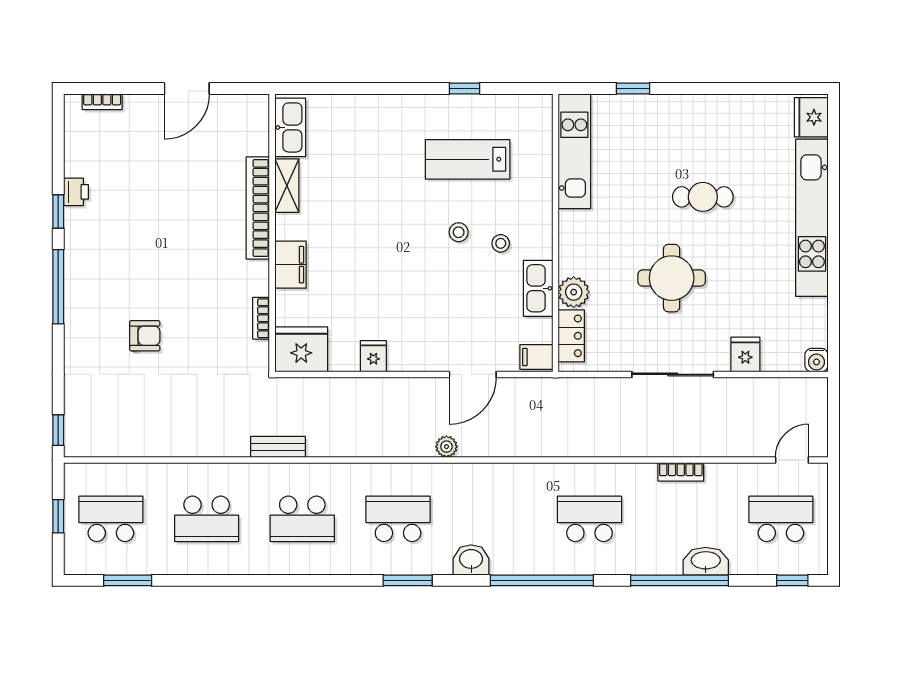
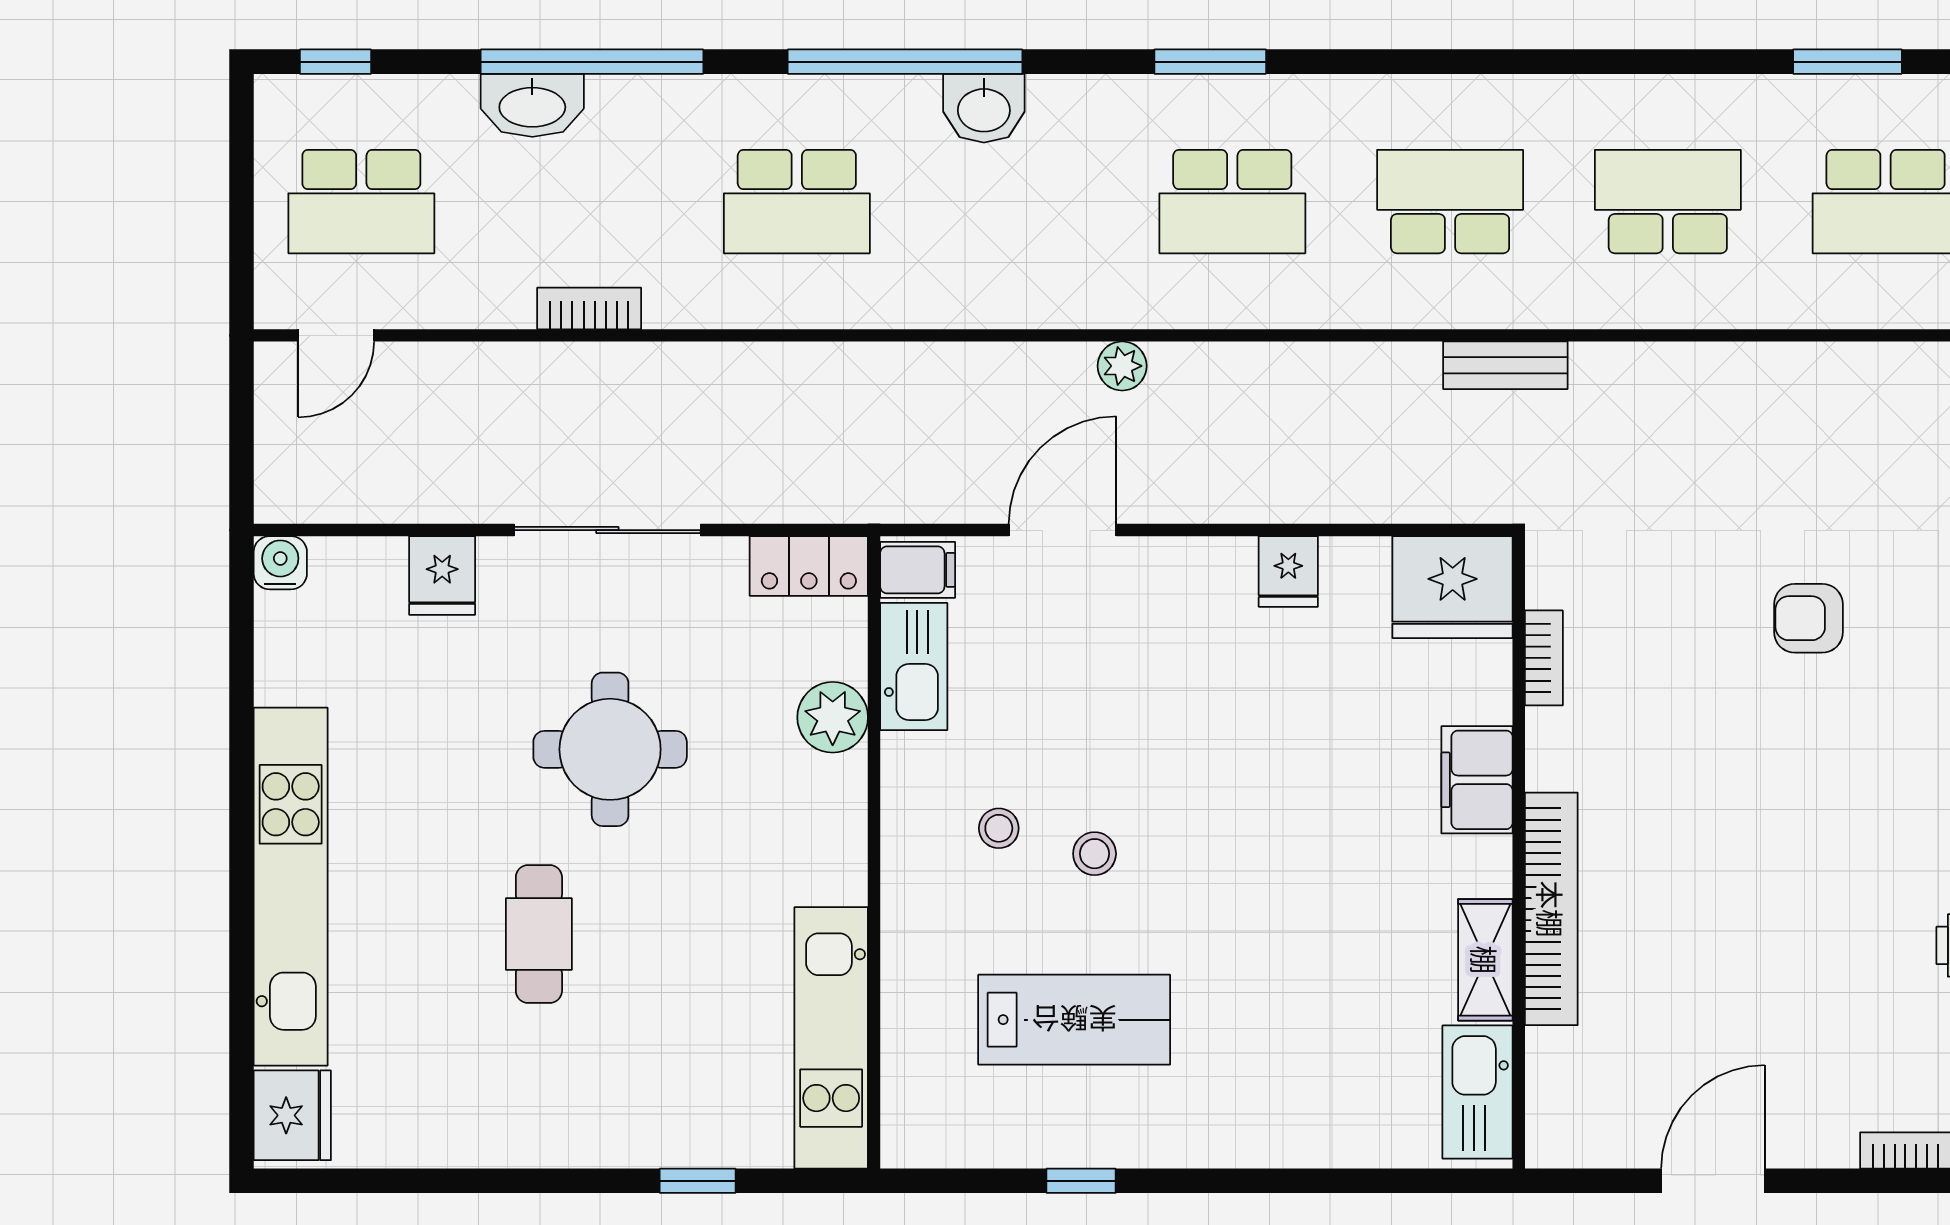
cafe table: (703, 197) -> (539, 934), turned 90
kitchen sink: (538, 288) -> (914, 667), moved
locker: (571, 336) -> (809, 566), moved, turned -90
washbasin: (471, 560) -> (984, 108), moved

